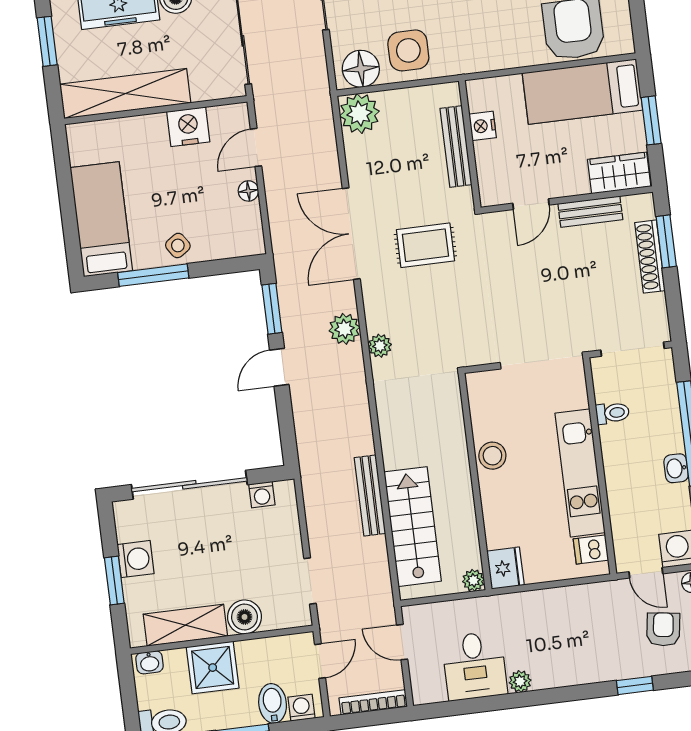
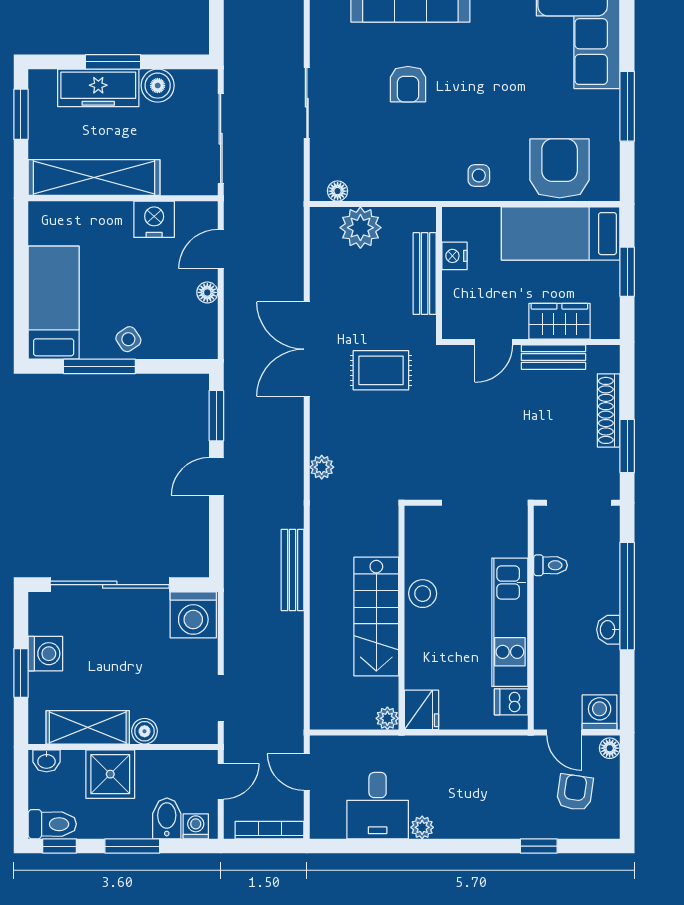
side table: (408, 50) -> (479, 175), moved, width x0.54, depth x0.54
floor lamp: (361, 69) -> (338, 191), width x0.53, depth x0.53
plant: (359, 114) -> (360, 228), moved
wardrobe: (619, 173) -> (559, 321), moved
window: (666, 241) -> (627, 446), moved
plant: (345, 329) -> (288, 445), removed
washing machine: (262, 495) -> (193, 615), width x1.89, depth x1.89
bench: (370, 495) -> (293, 570), moved
stairs: (413, 527) -> (376, 617), moved, turned 180
boiler: (245, 617) -> (145, 731), width x0.73, depth x0.73

